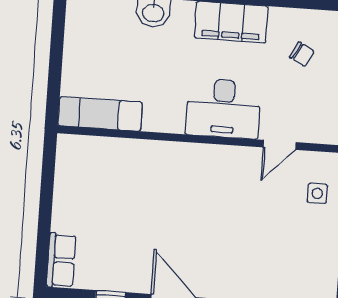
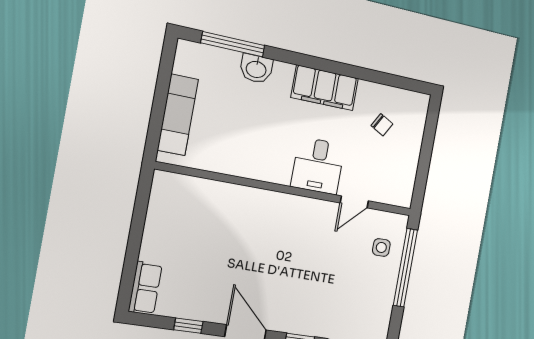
desk: (223, 108) -> (318, 166), width x0.73
exam couch: (100, 114) -> (178, 115), moved, turned 90

